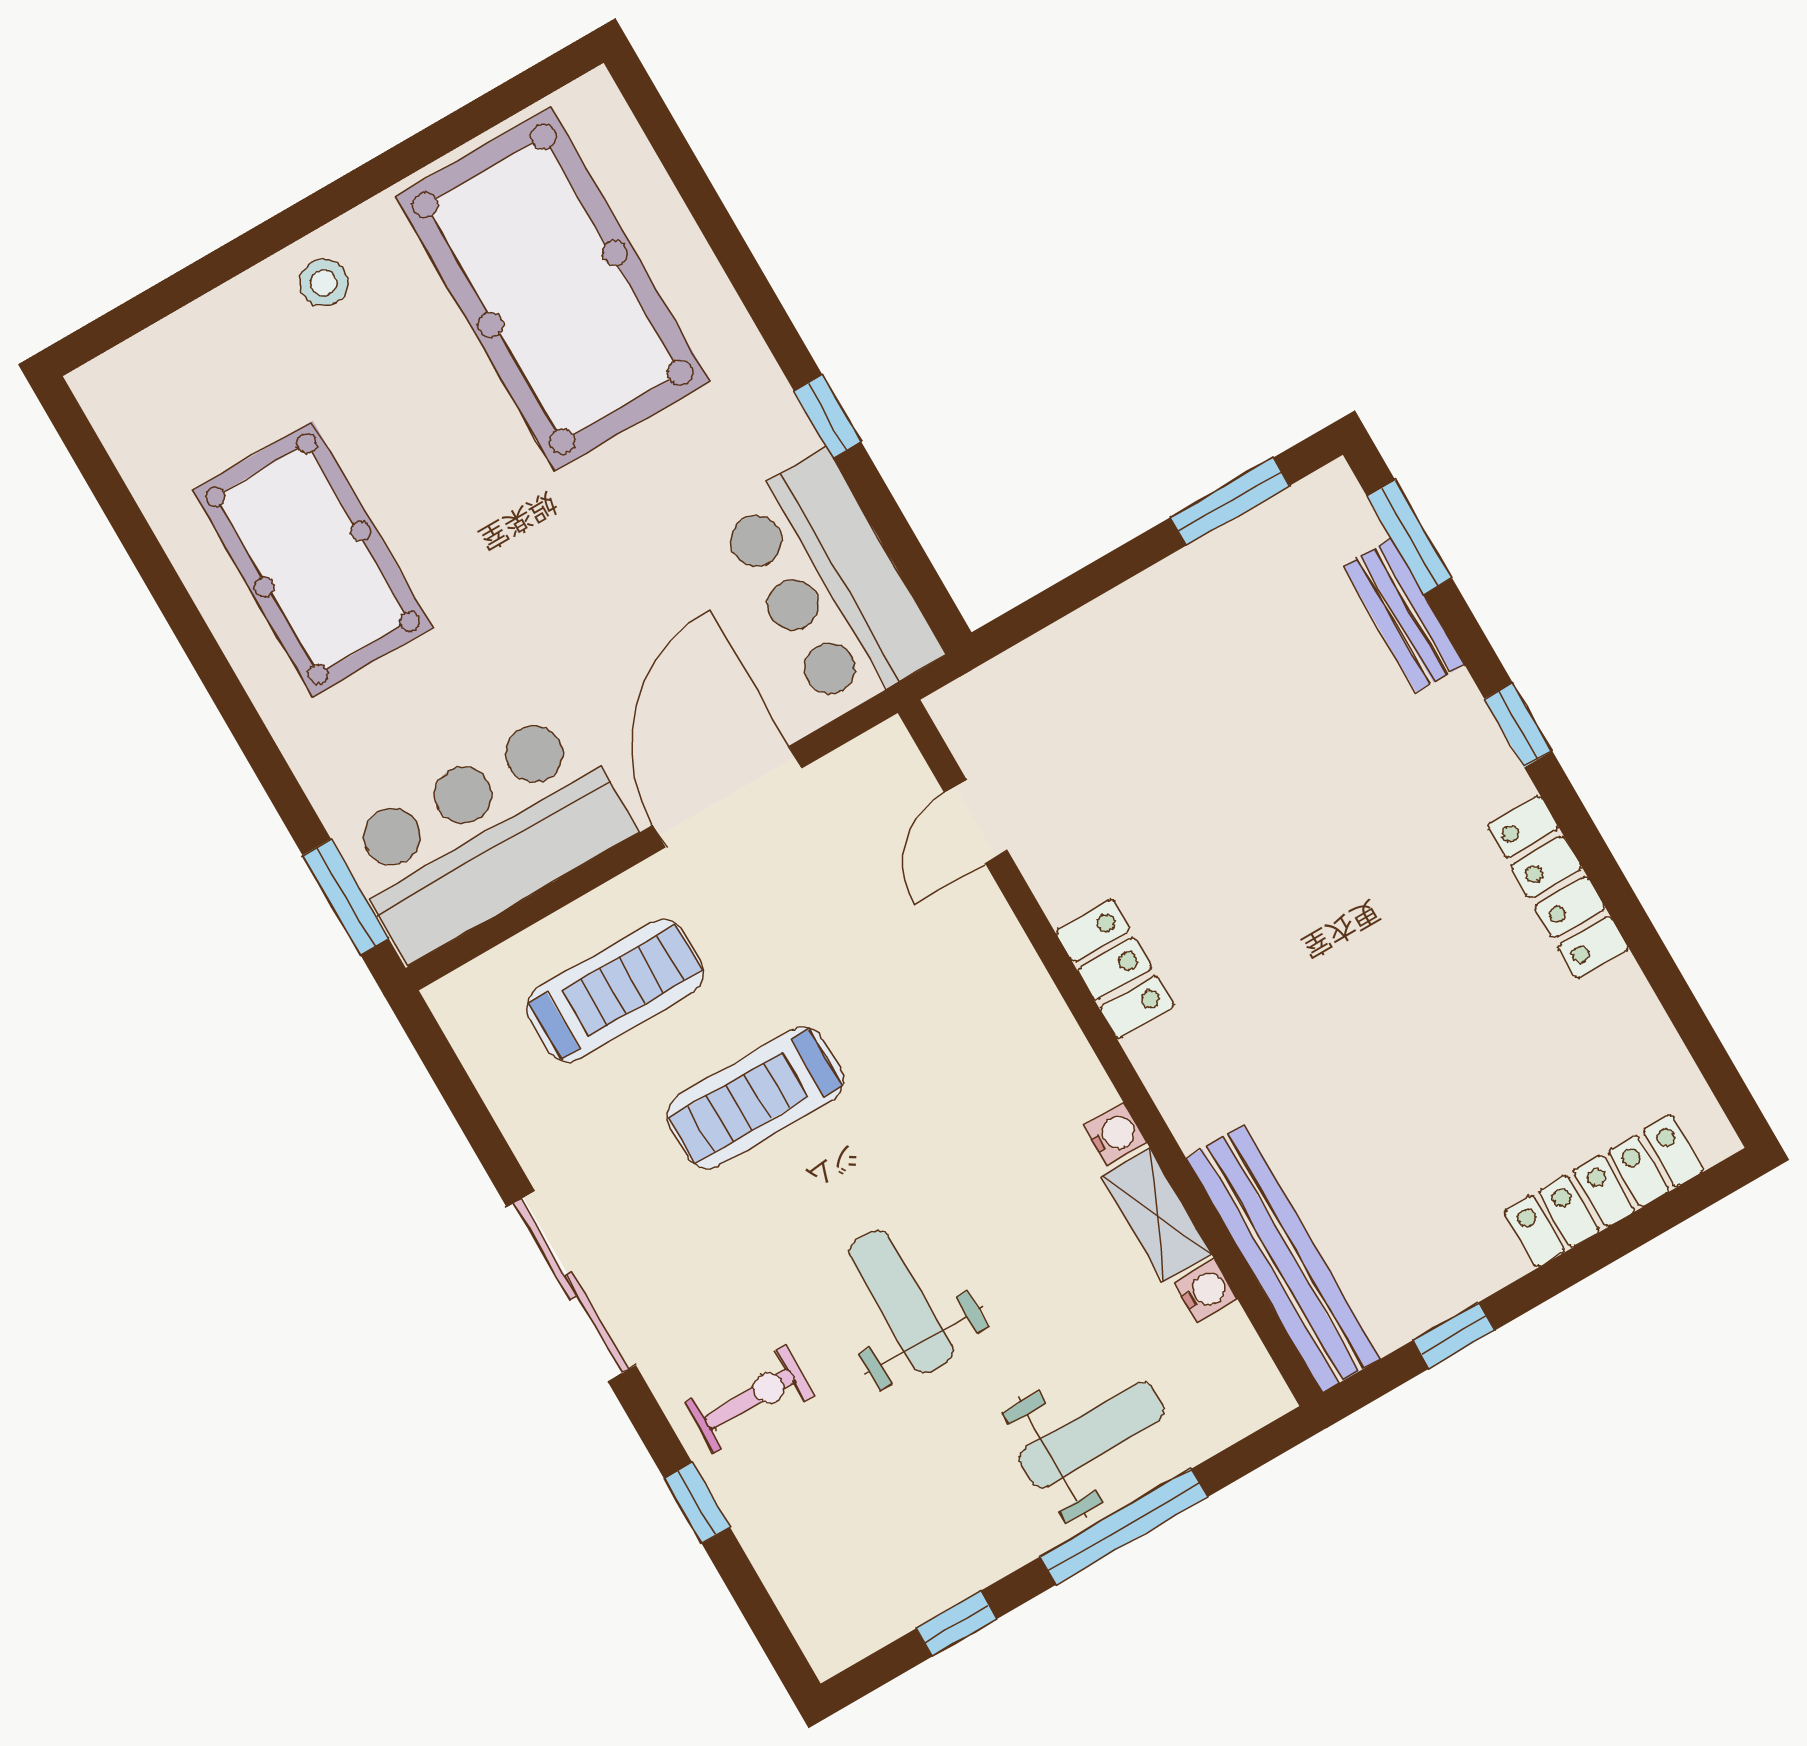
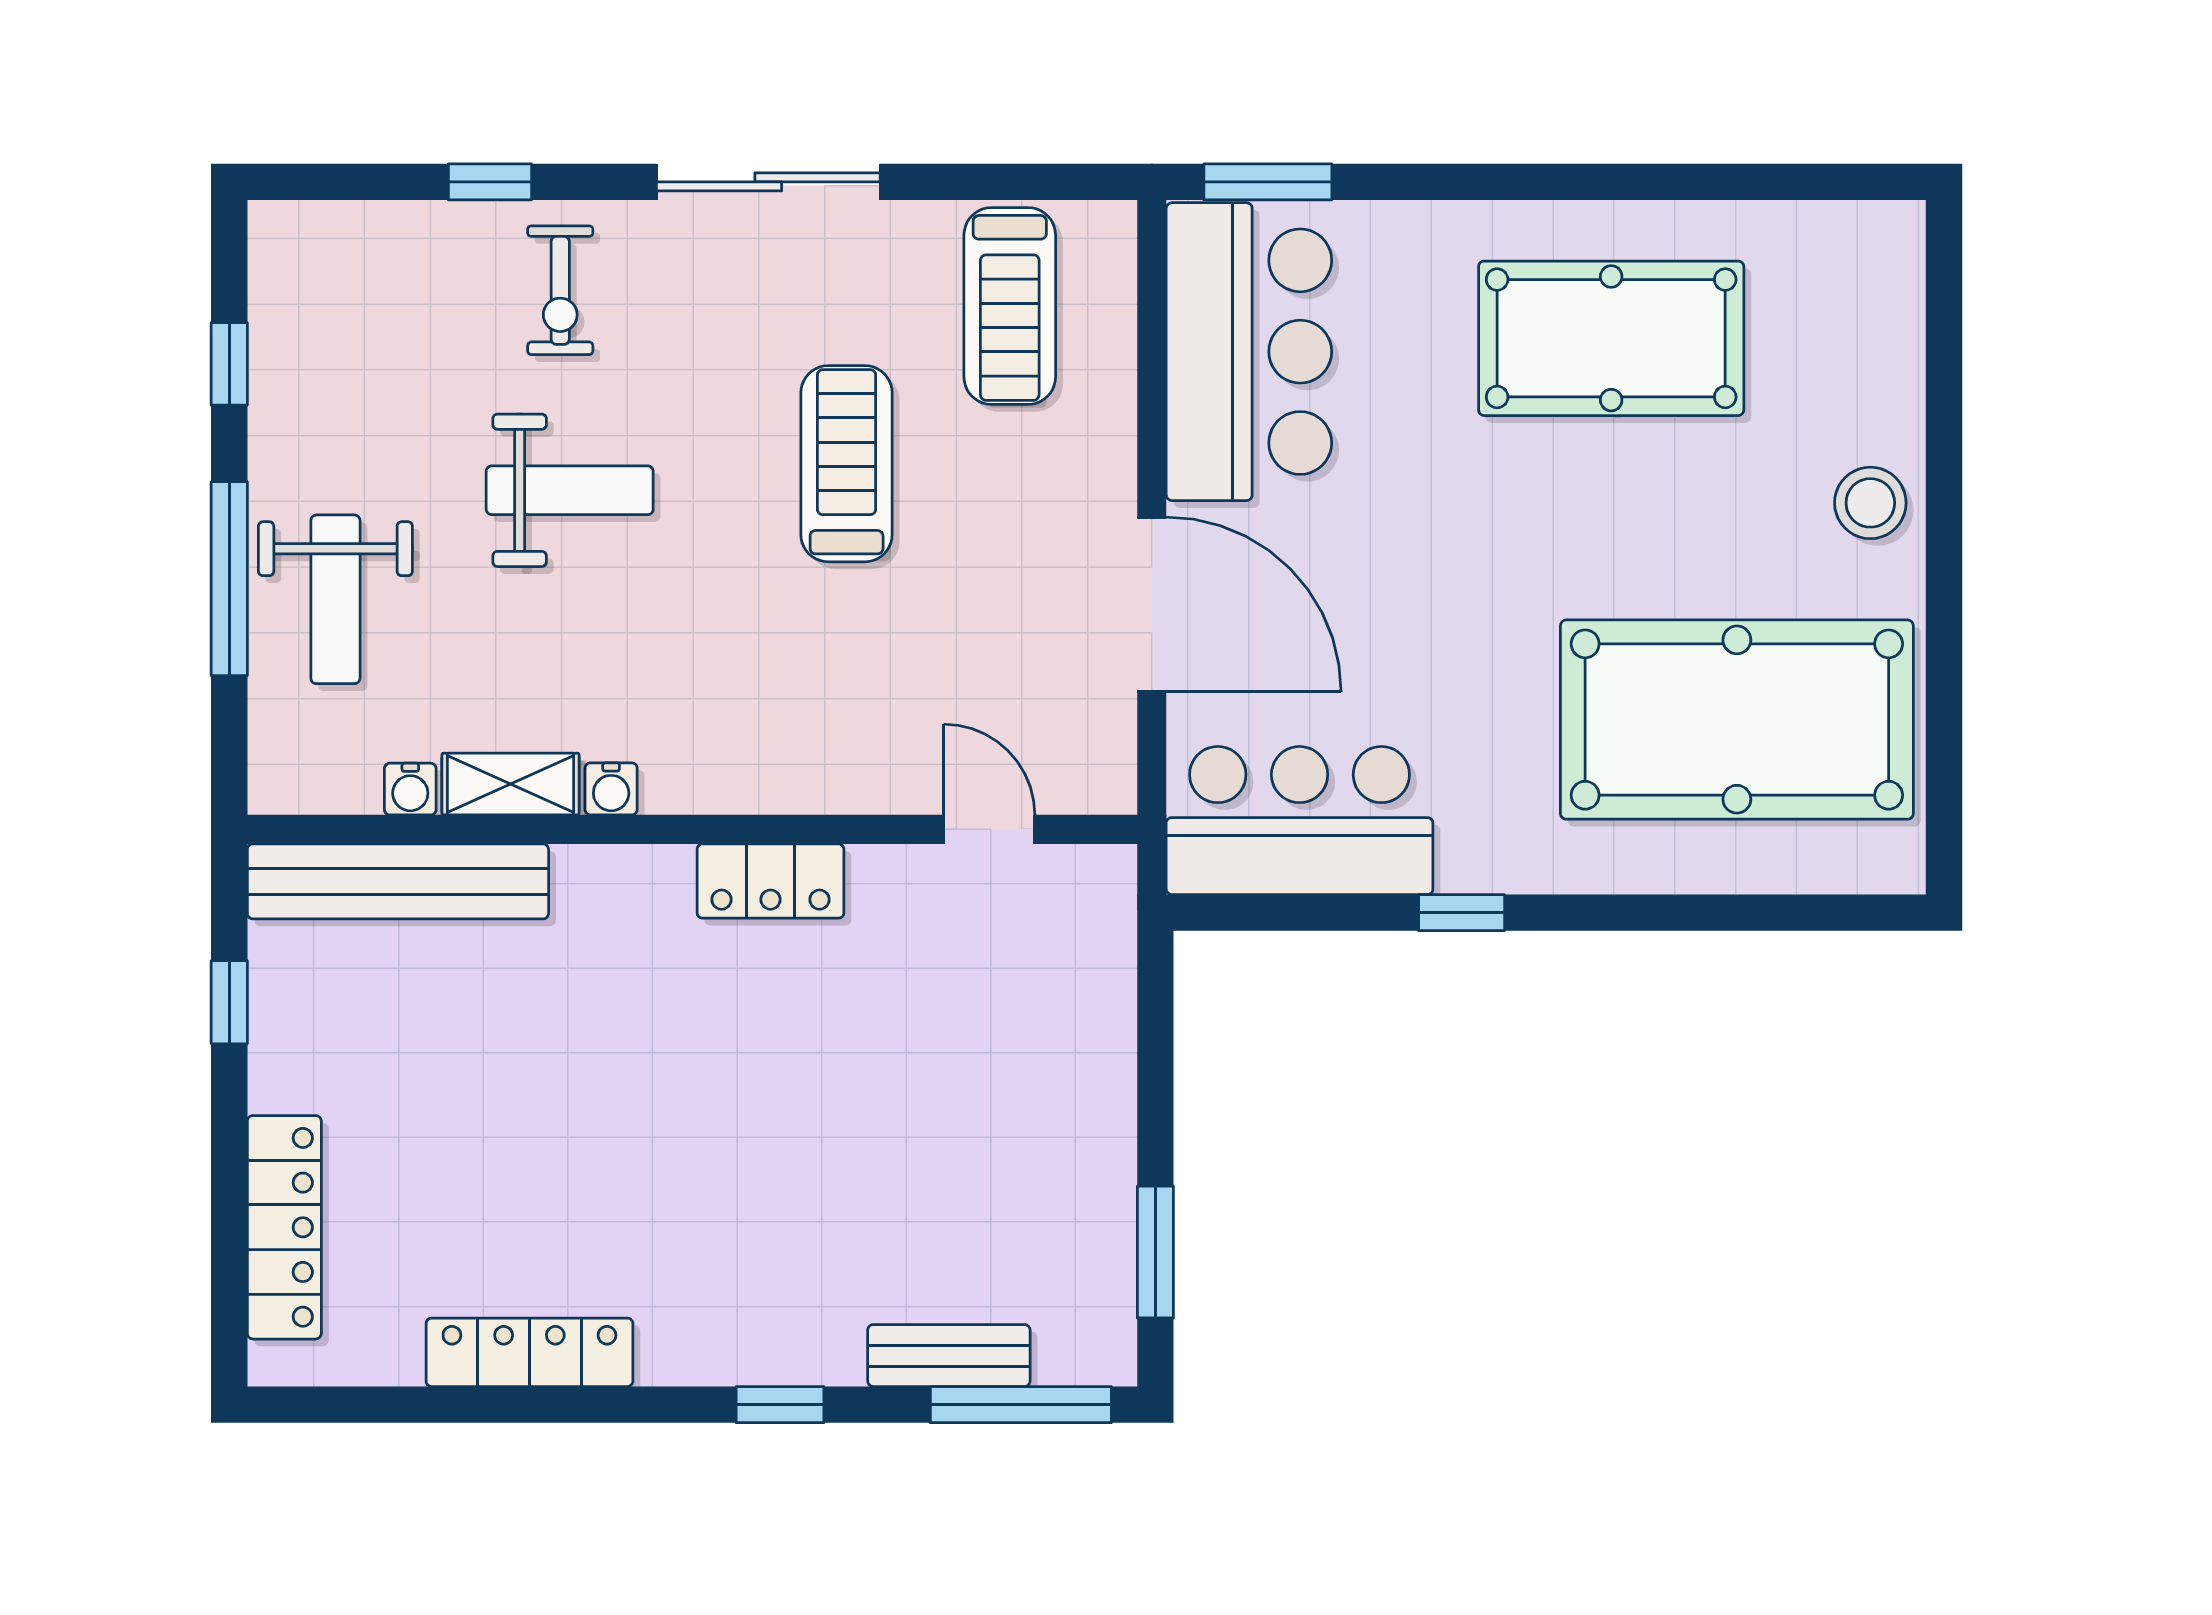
stool: (324, 283) -> (1870, 503), width x1.37, depth x1.37
window: (1410, 537) -> (1021, 1405), width x1.44
locker: (1558, 887) -> (529, 1352), moved
treadmill: (615, 990) -> (1010, 306), moved

